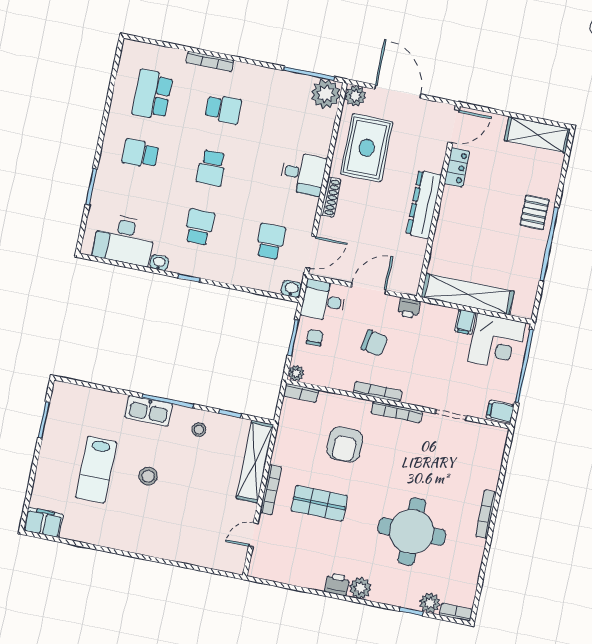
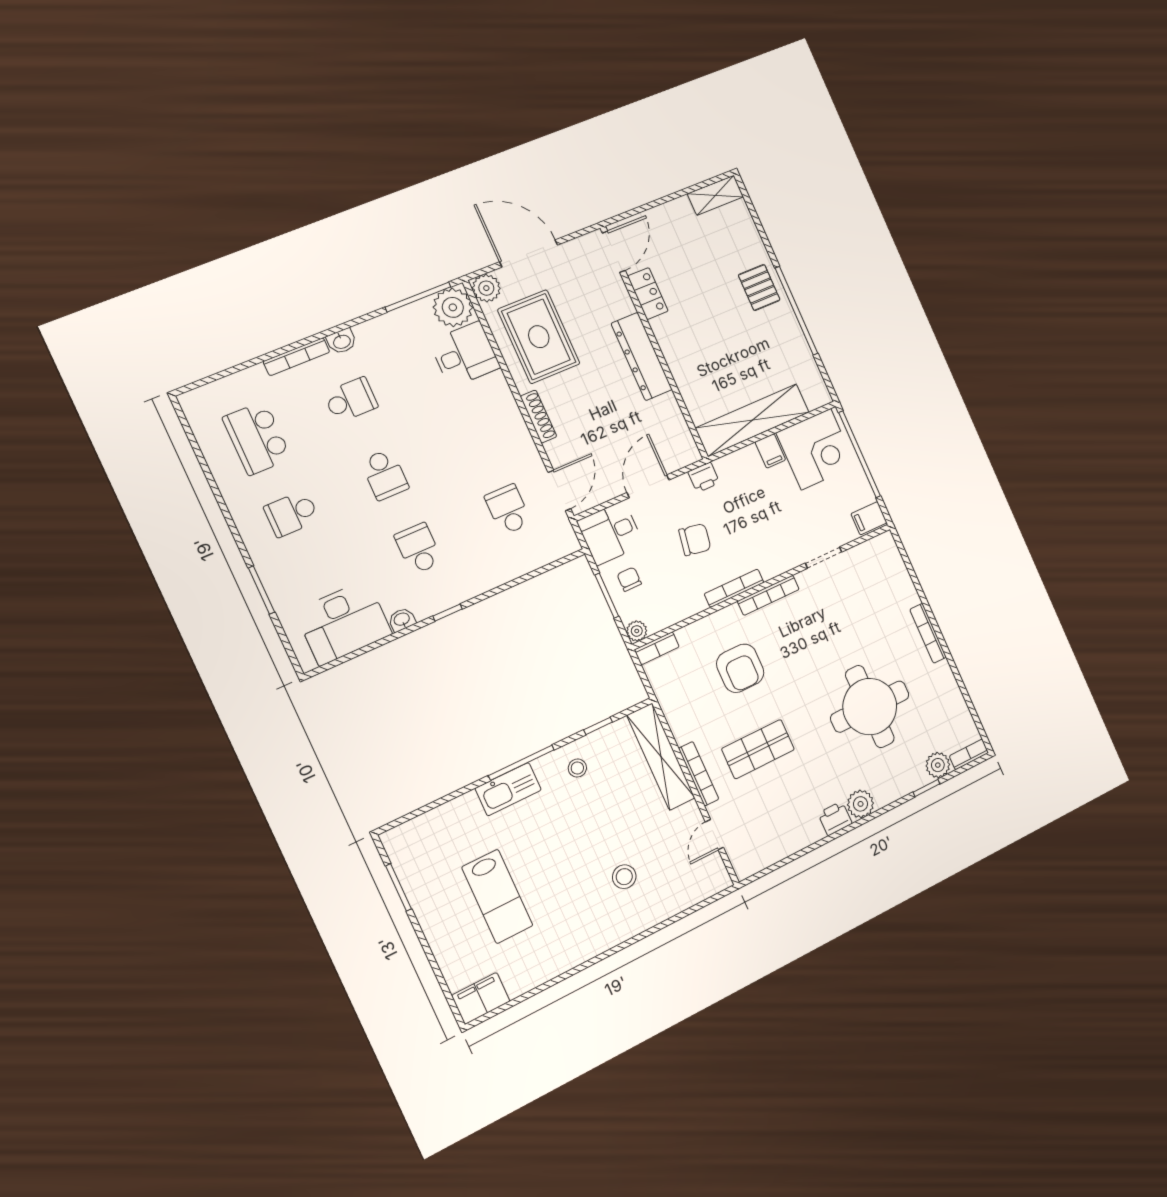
shelving: (537, 135) -> (715, 195), width x0.67, depth x0.75
desk: (303, 174) -> (465, 354), moved
washbasin: (291, 289) -> (342, 341), moved, turned 180
stool: (148, 476) -> (624, 877), moved

